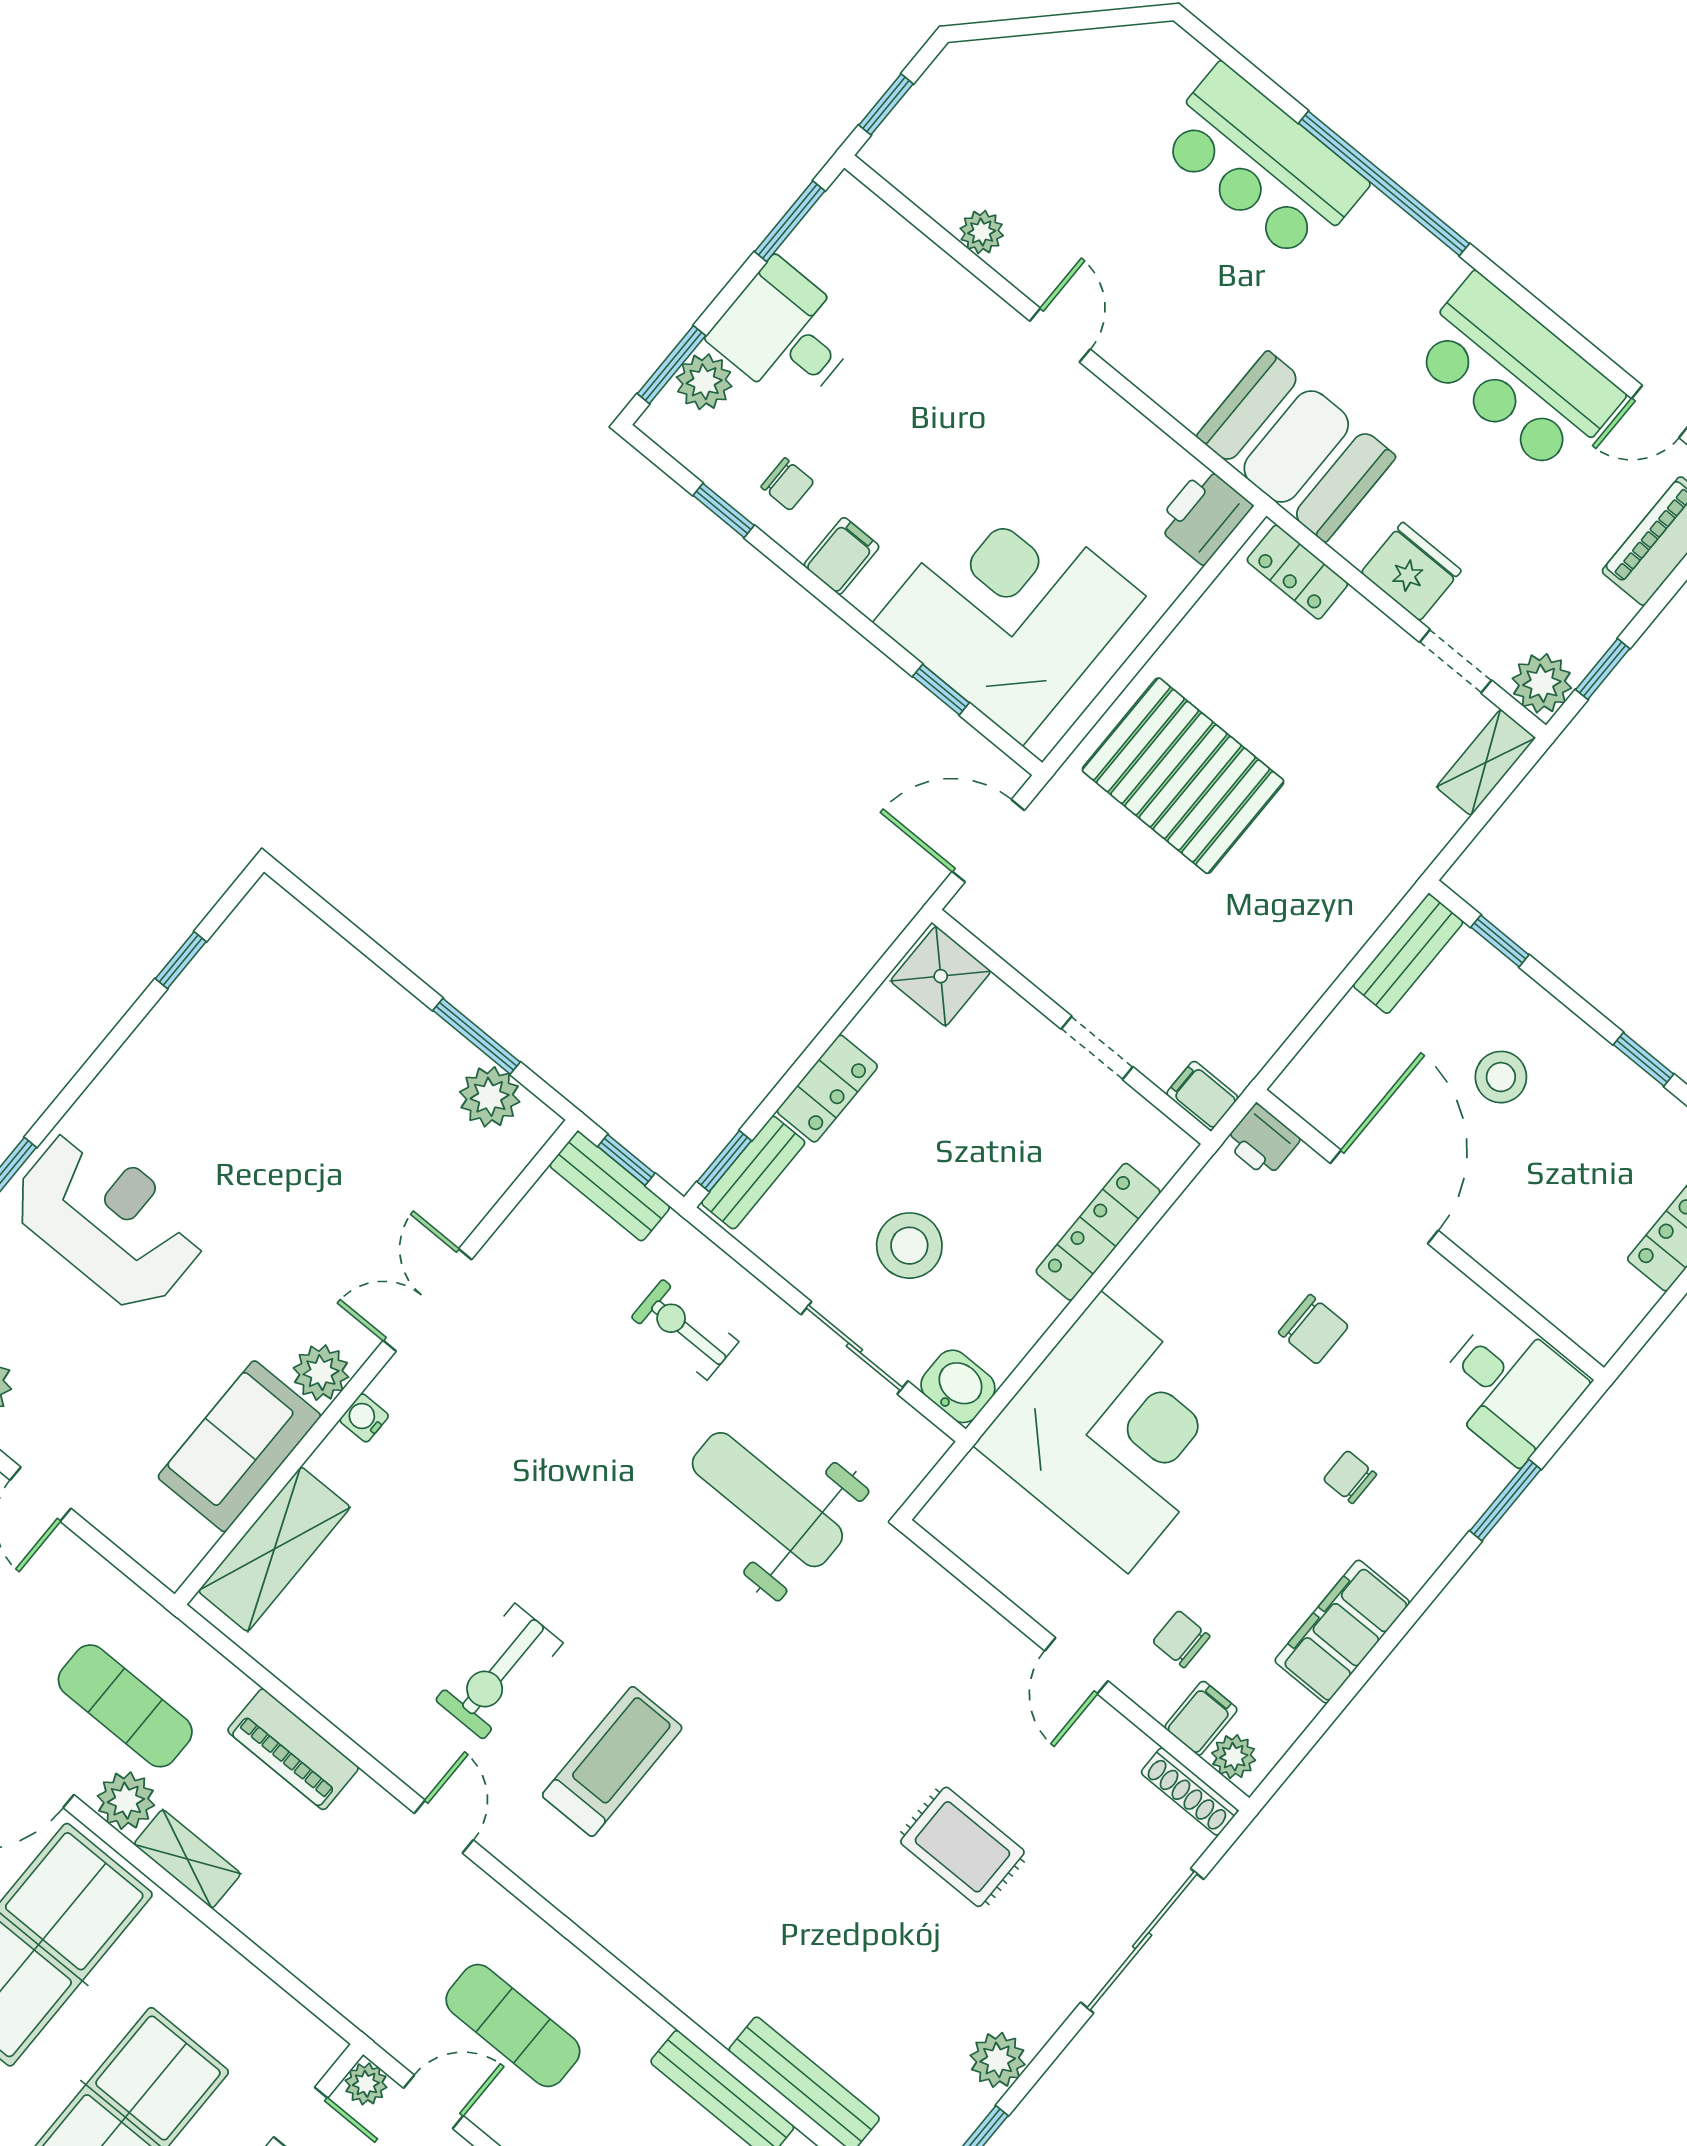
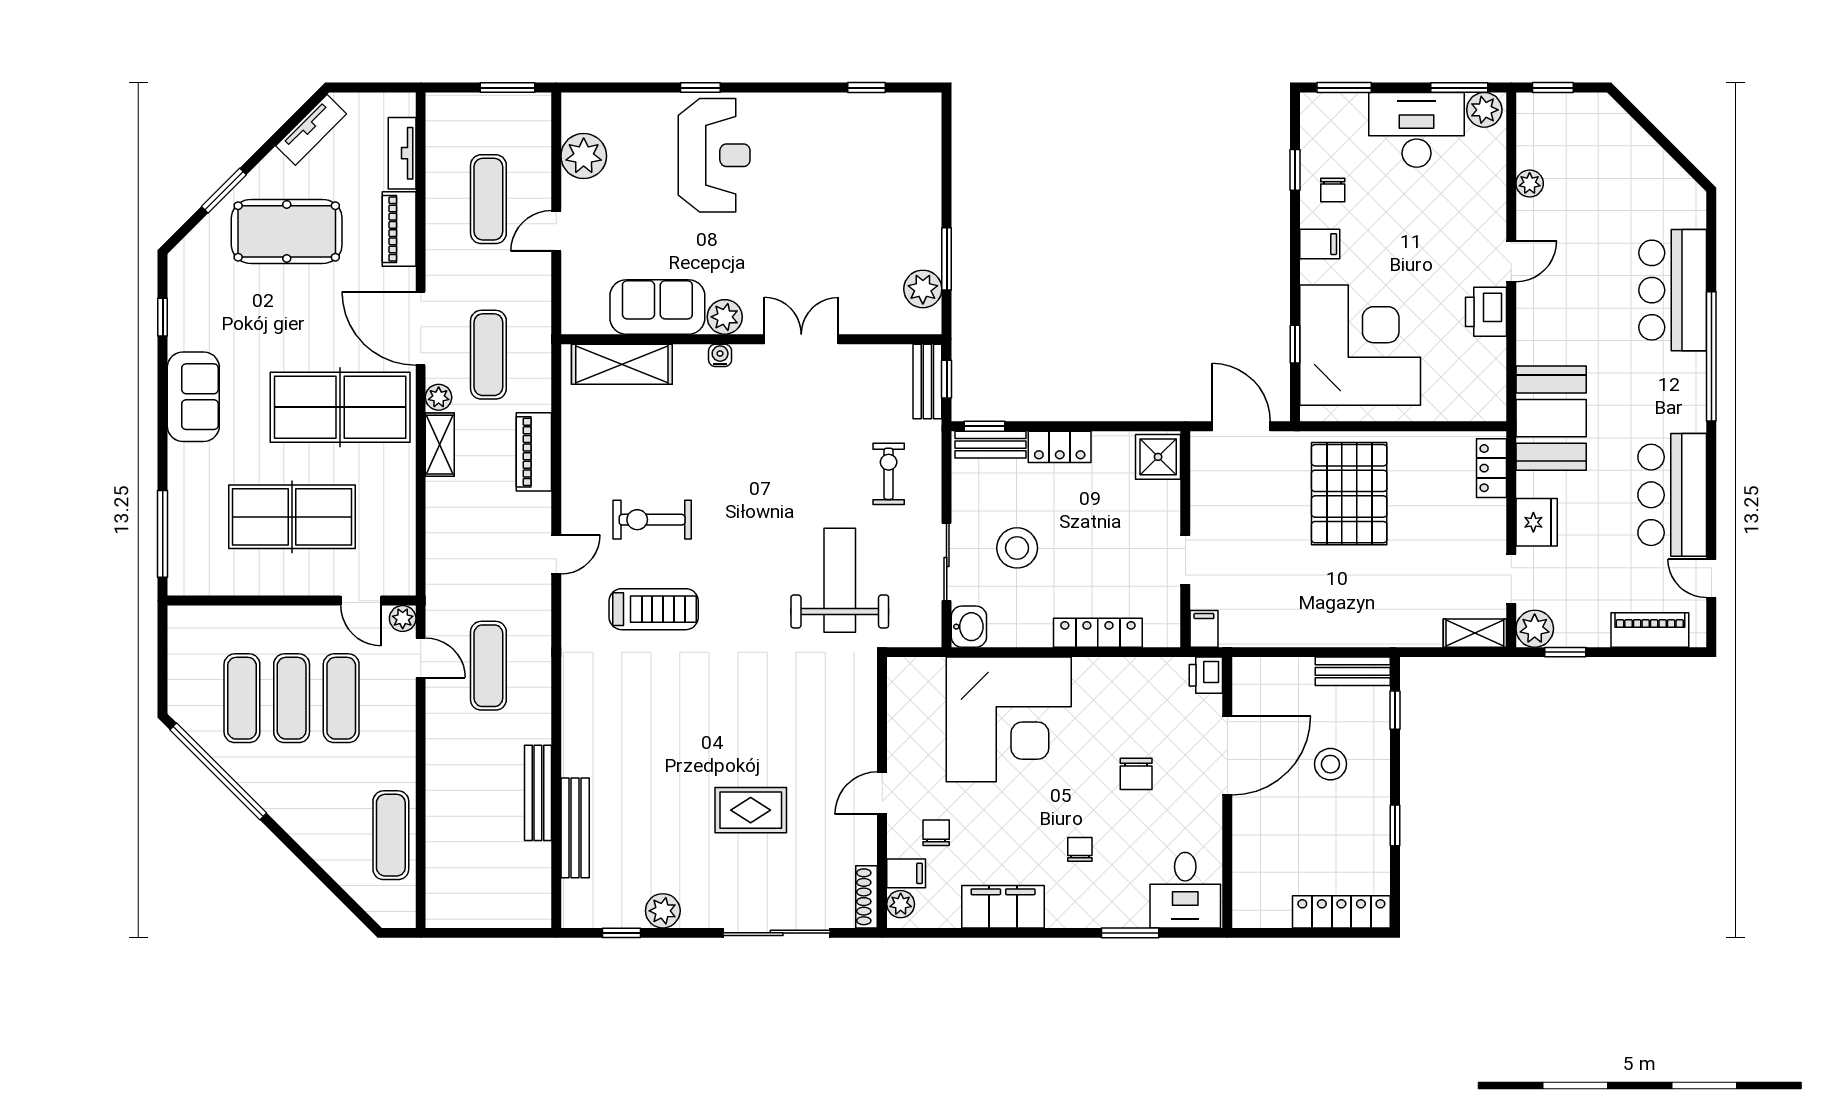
desk: (785, 334) -> (1417, 130), width x1.37
plant: (704, 382) -> (1484, 110), moved
printer: (1204, 515) -> (1486, 312), moved, turned -90
plant: (126, 1801) -> (439, 397), width x0.73, depth x0.73
rug: (962, 1847) -> (751, 810), turned 90

